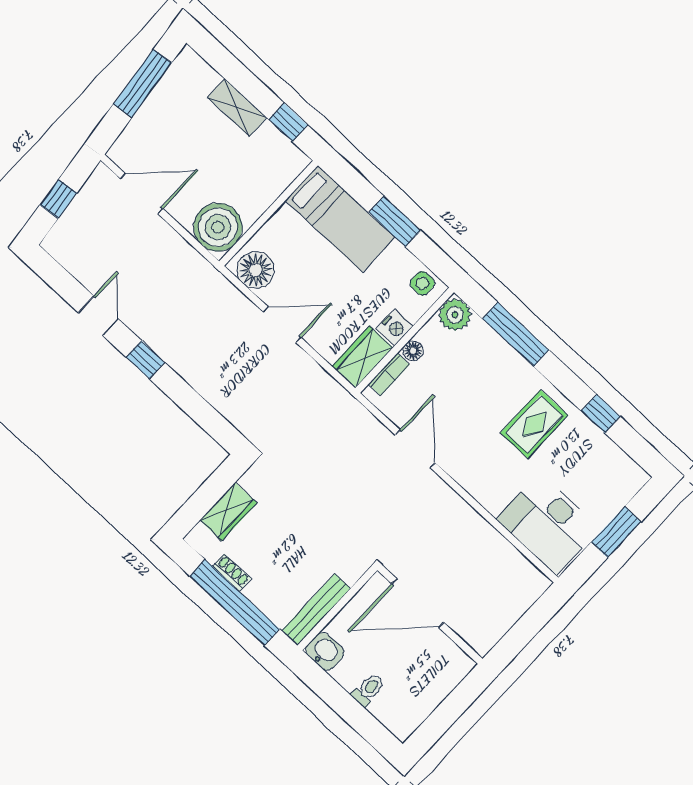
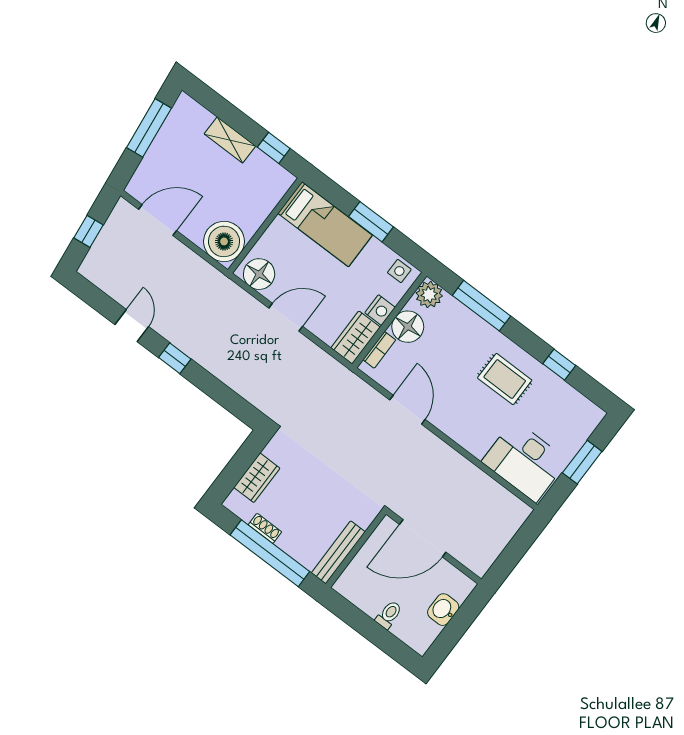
floor lamp: (413, 351) -> (408, 327), width x1.89, depth x1.89
rug: (534, 424) -> (505, 379), turned 90
washbasin: (325, 651) -> (443, 610), moved, turned -90

